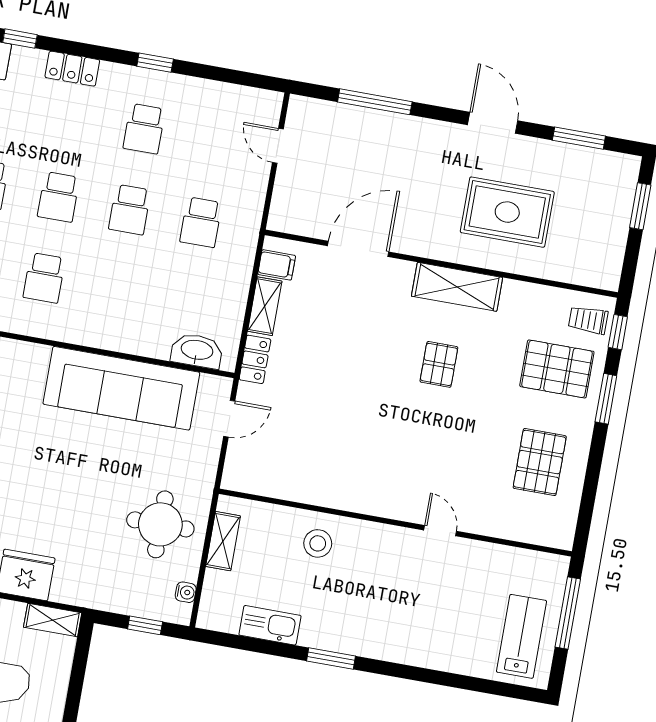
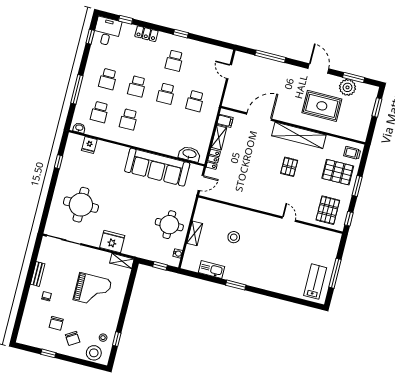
plant: (566, 163) -> (348, 87), added
shelving: (457, 287) -> (299, 135), width x1.47
window: (618, 332) -> (349, 219), moved
wall: (395, 523) -> (270, 215), moved
door: (440, 531) -> (289, 219), moved

